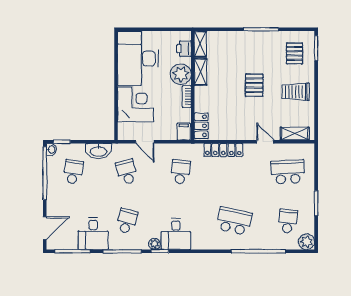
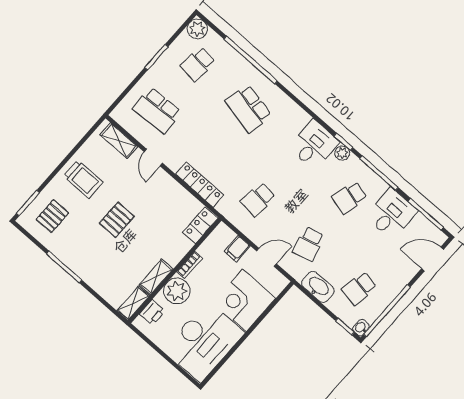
filing cabinet: (184, 131) -> (237, 249), moved
door: (145, 142) -> (267, 257), hinge flipped

